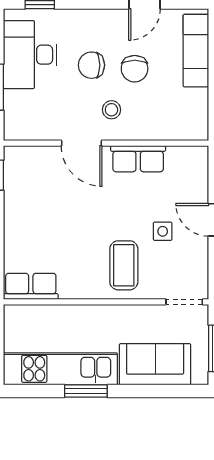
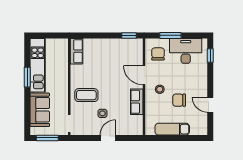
exam couch: (196, 51) -> (172, 129), moved
chair: (91, 65) -> (158, 54), moved
door: (82, 143) -> (144, 75), hinge flipped

